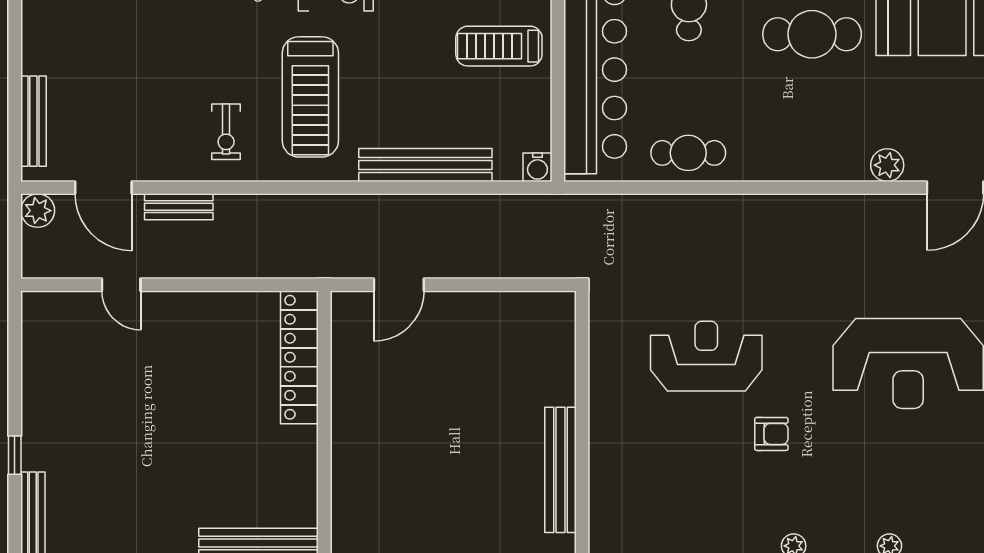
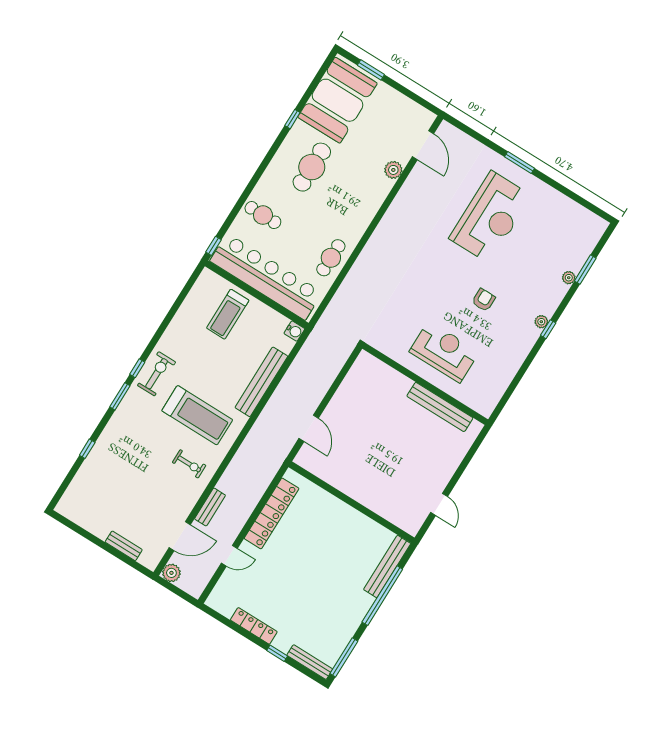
bench: (33, 121) -> (124, 546), width x0.73
reception desk: (706, 356) -> (444, 352), moved, turned 90
locker: (299, 357) -> (272, 513), moved, turned -90
locker: (35, 392) -> (254, 626), added

